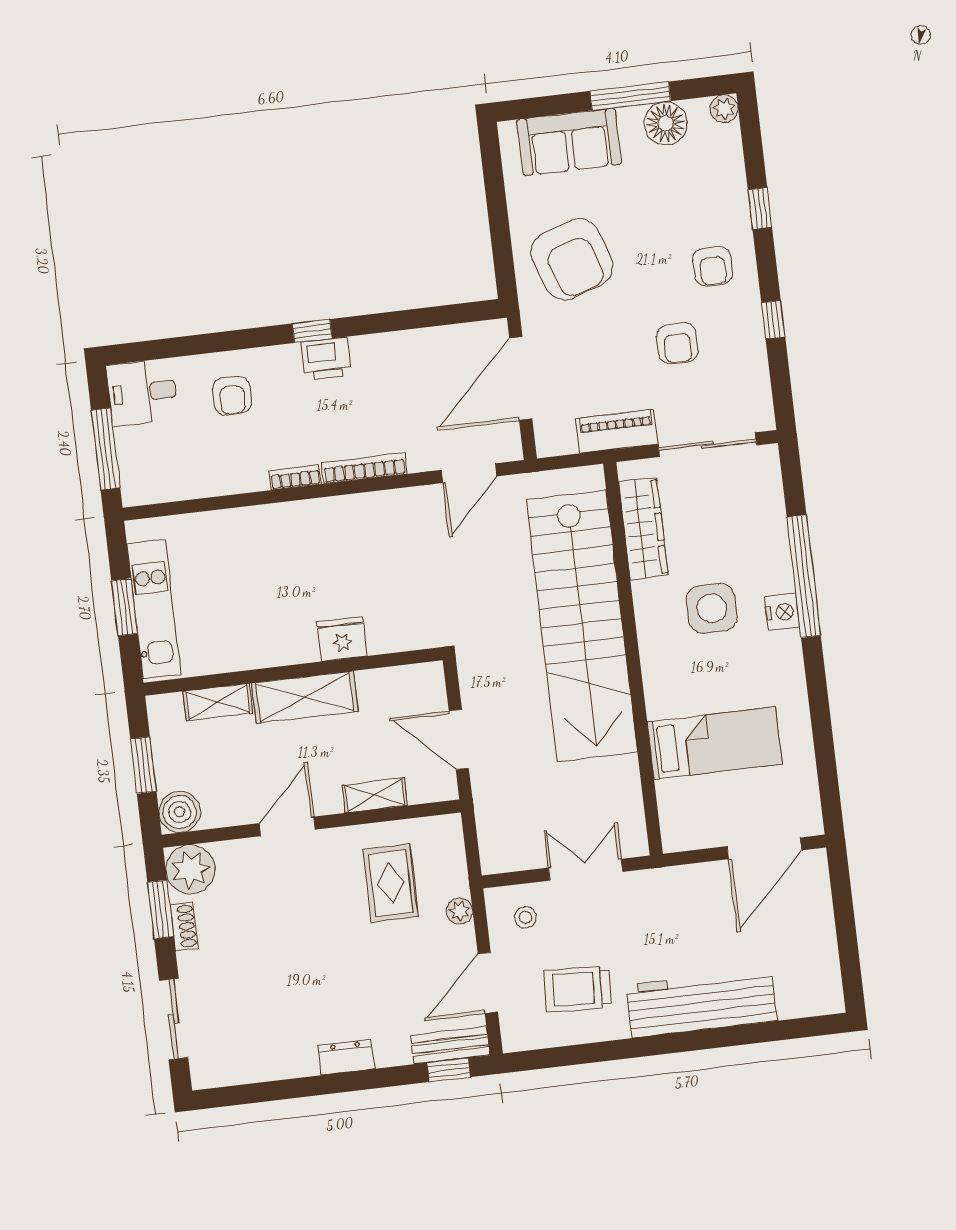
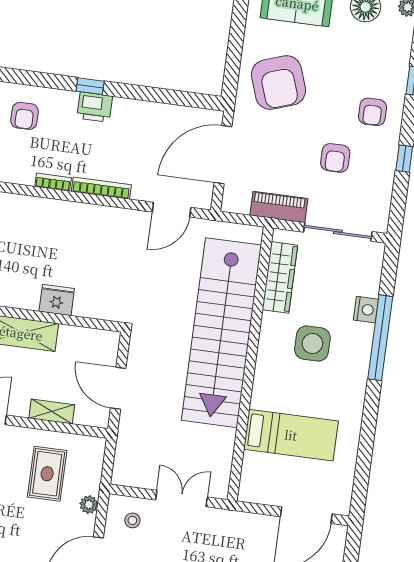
nightstand: (782, 612) -> (366, 310), moved

